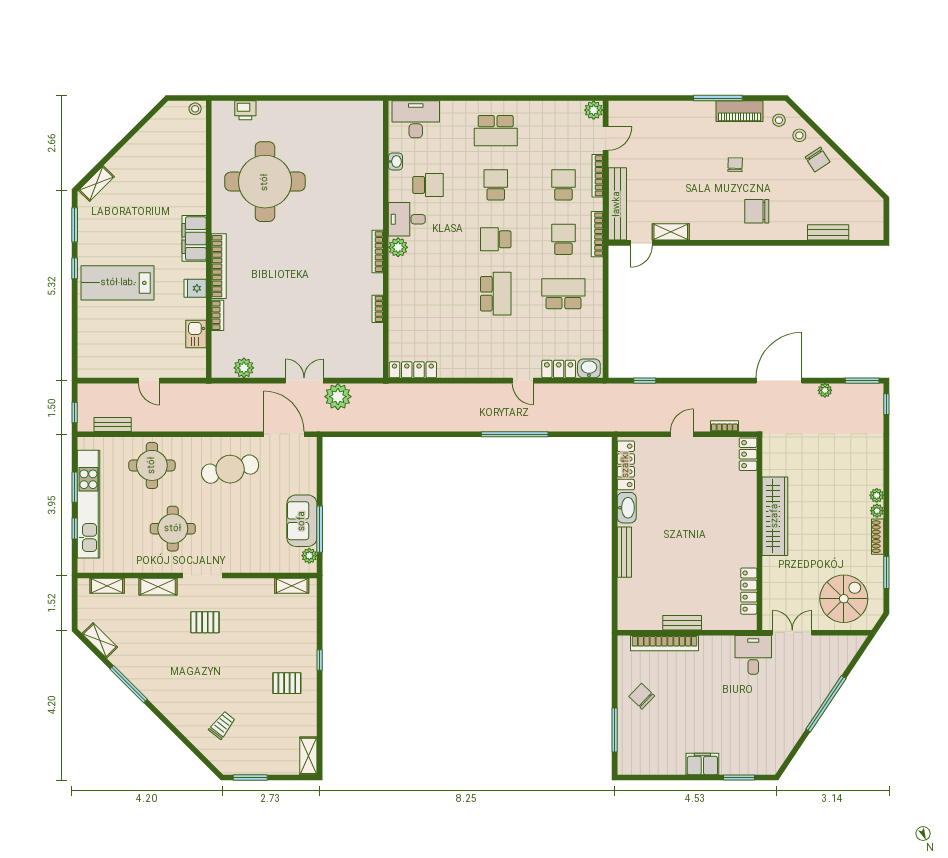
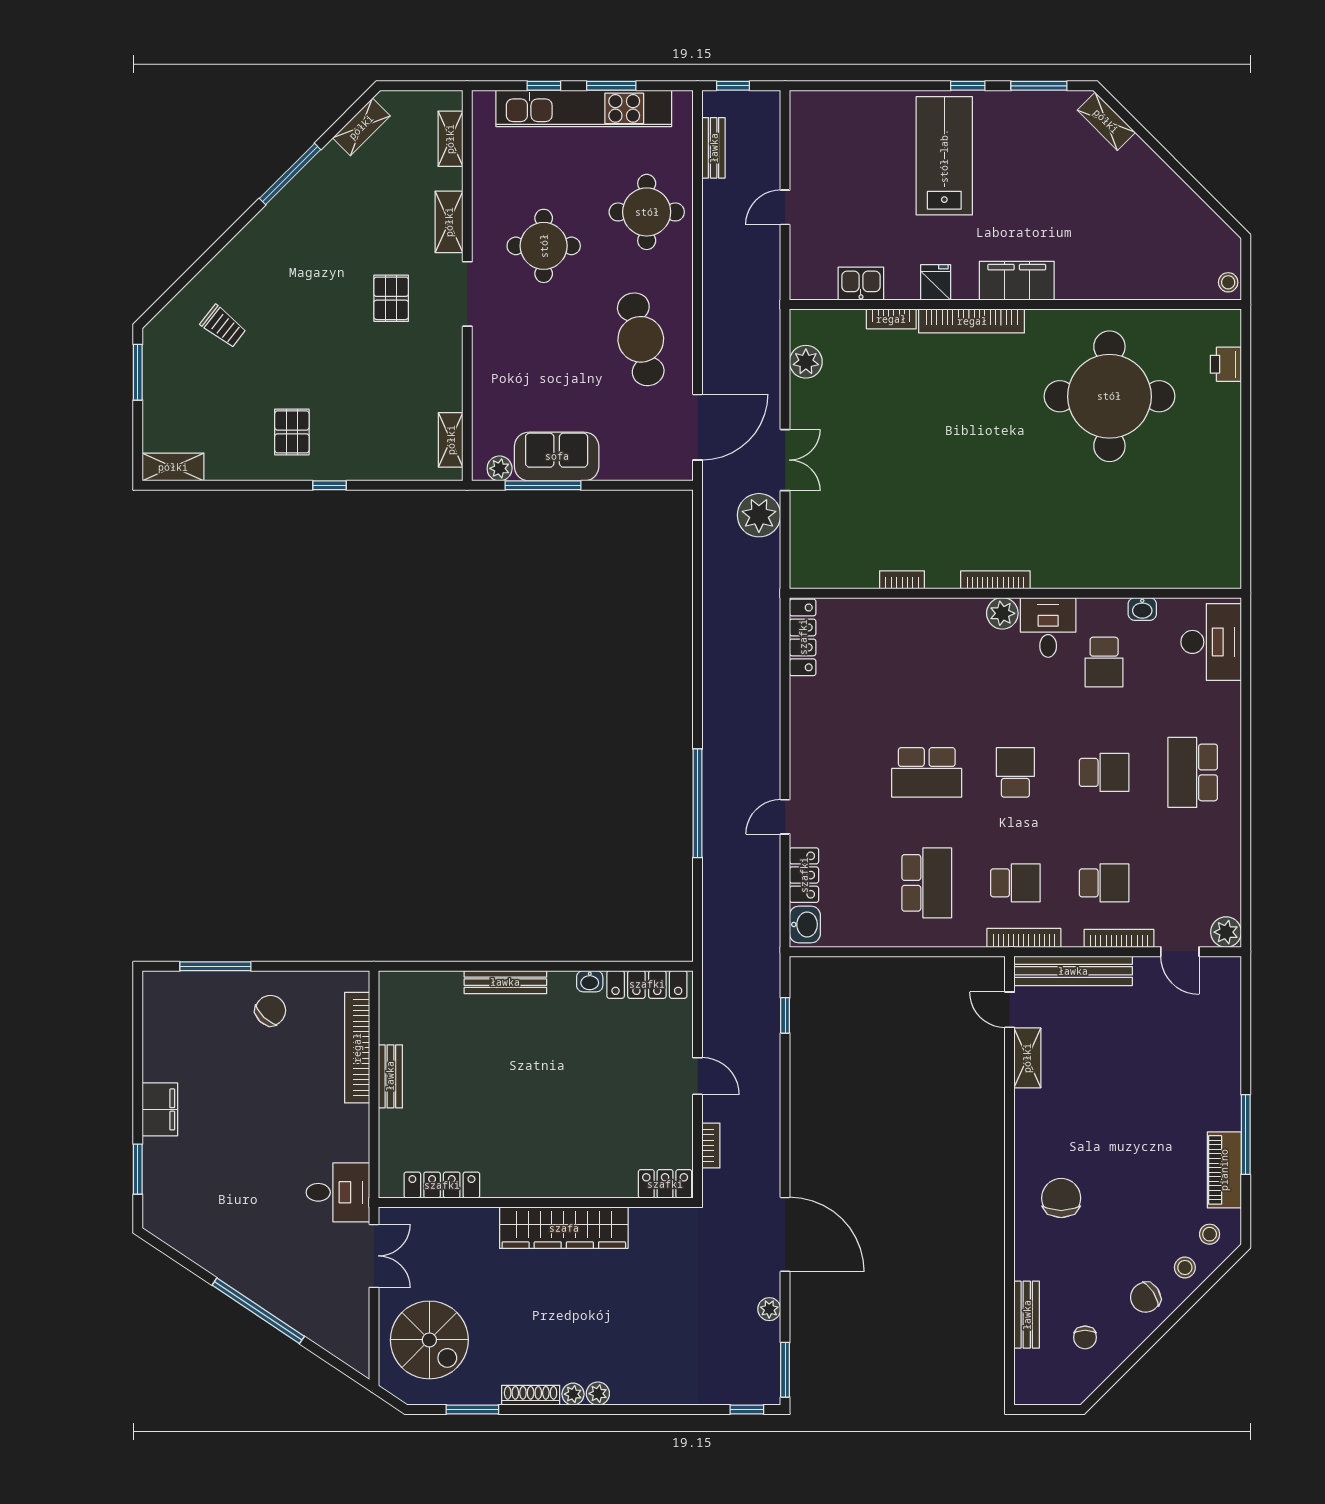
chair: (735, 165) -> (1085, 1337), moved, turned 88
washbasin: (627, 508) -> (590, 981), width x0.52, depth x0.69

